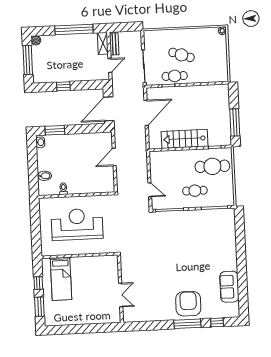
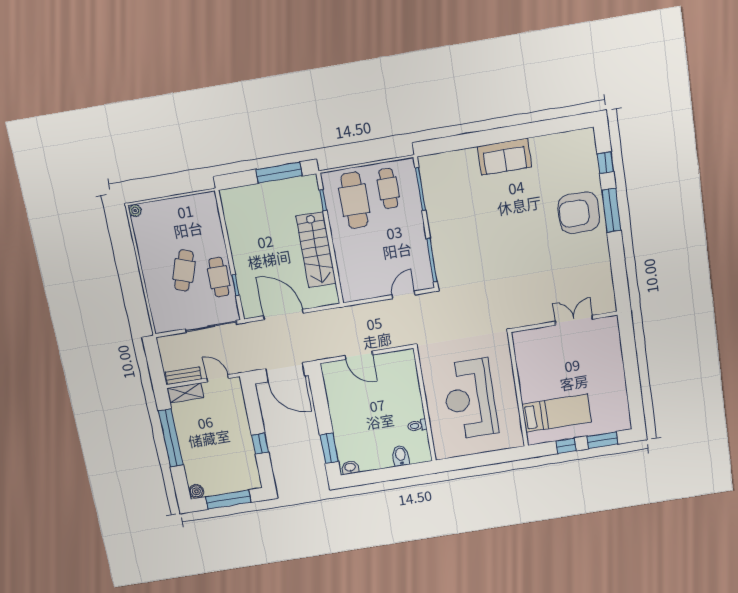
cafe table: (195, 191) -> (388, 188), moved
sofa: (229, 287) -> (505, 157), moved

